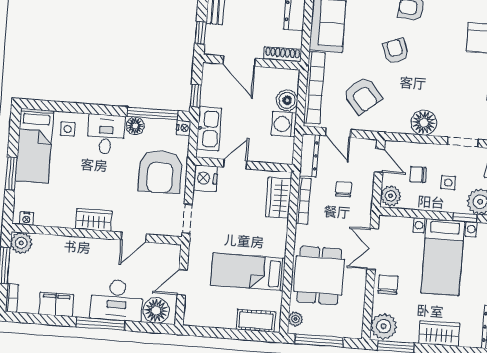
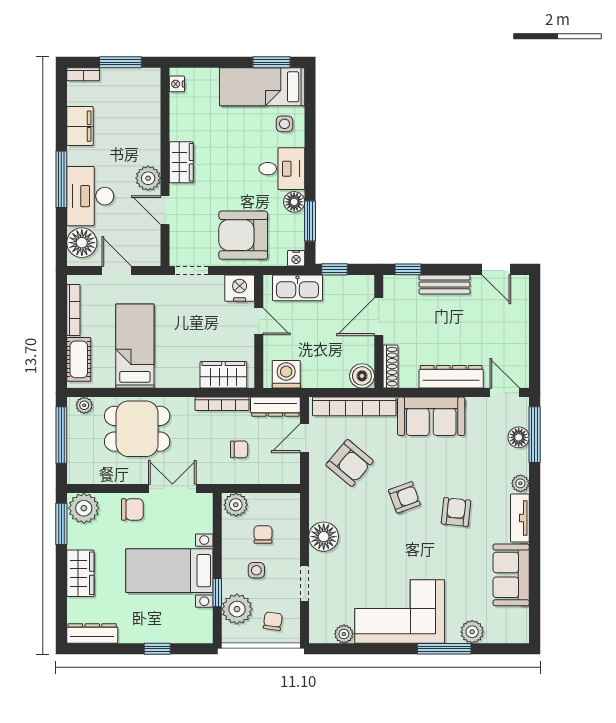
armchair: (362, 96) -> (350, 463), turned -100
boiler: (287, 100) -> (362, 376), moved
window: (153, 114) -> (310, 221), width x0.69
washing machine: (284, 124) -> (286, 374), moved
door: (379, 161) -> (276, 489), removed
window: (11, 174) -> (272, 62), moved
plant: (21, 243) -> (148, 178), moved
bookcase: (213, 322) -> (73, 310), added

